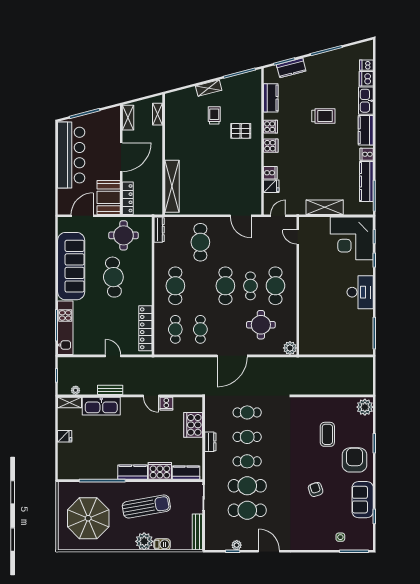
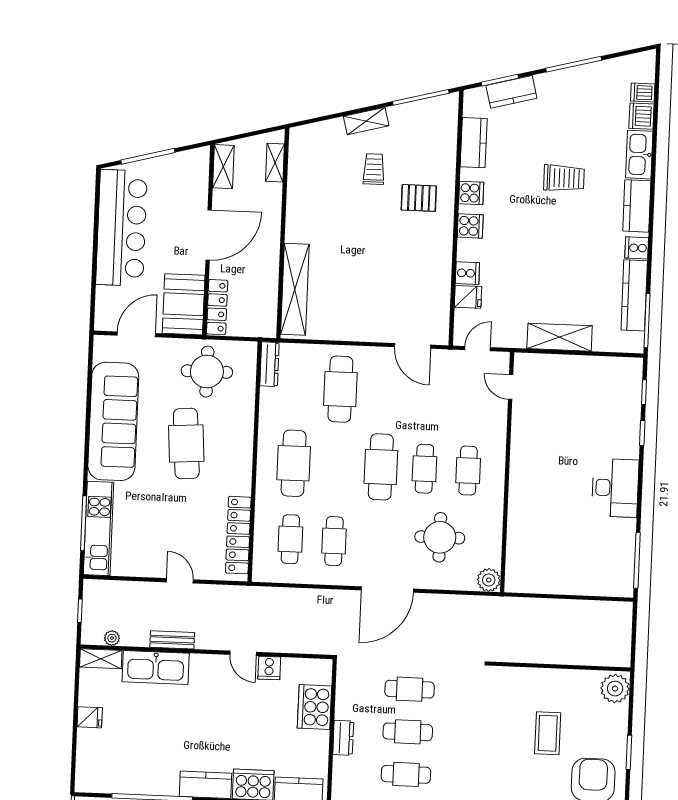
corner desk: (352, 238) -> (604, 393), removed
cafe table: (275, 286) -> (468, 471), width x0.73, depth x0.74

